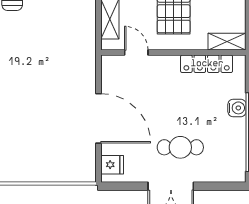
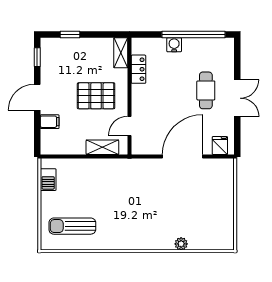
locker: (207, 64) -> (138, 69), width x0.66

